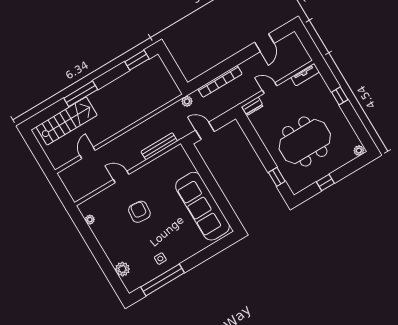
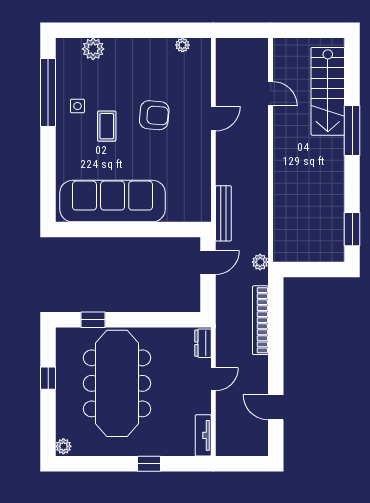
meeting table: (305, 141) -> (117, 383), width x1.36
bench: (159, 146) -> (223, 213), moved
coffee table: (162, 235) -> (107, 126), added

